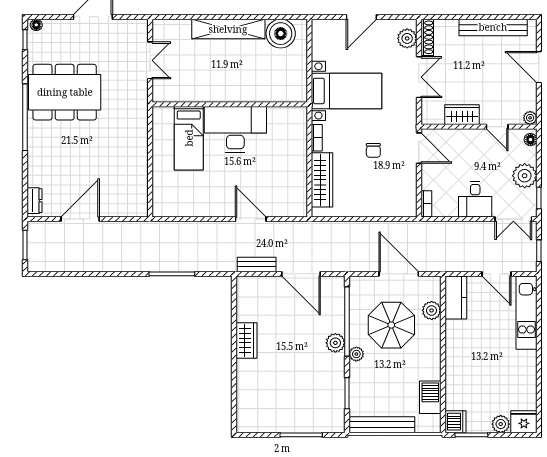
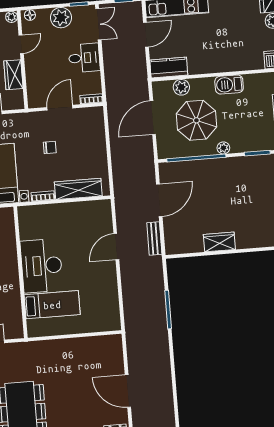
door: (419, 148) -> (60, 108), moved
plant: (335, 343) -> (215, 166), removed
barbecue: (430, 397) -> (229, 85), moved

